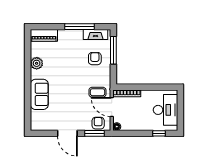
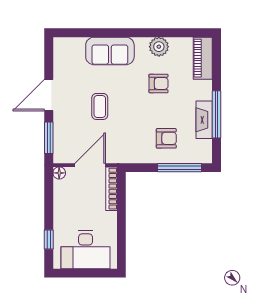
fireplace: (95, 35) -> (204, 120), moved
coffee table: (97, 92) -> (100, 106), moved
armchair: (98, 123) -> (158, 83), moved

